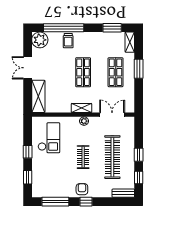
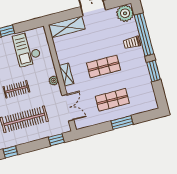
window: (112, 28) -> (154, 71), moved
shelving: (130, 42) -> (147, 106), removed
checkout: (49, 138) -> (27, 49), turned 90
window: (139, 155) -> (56, 140), moved

